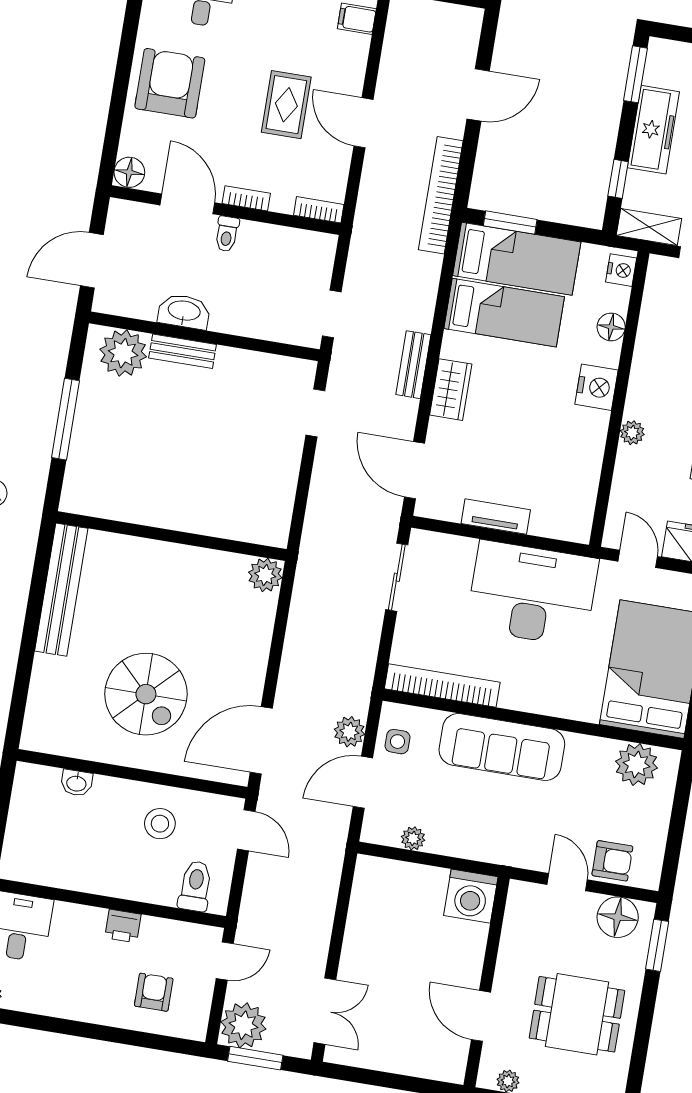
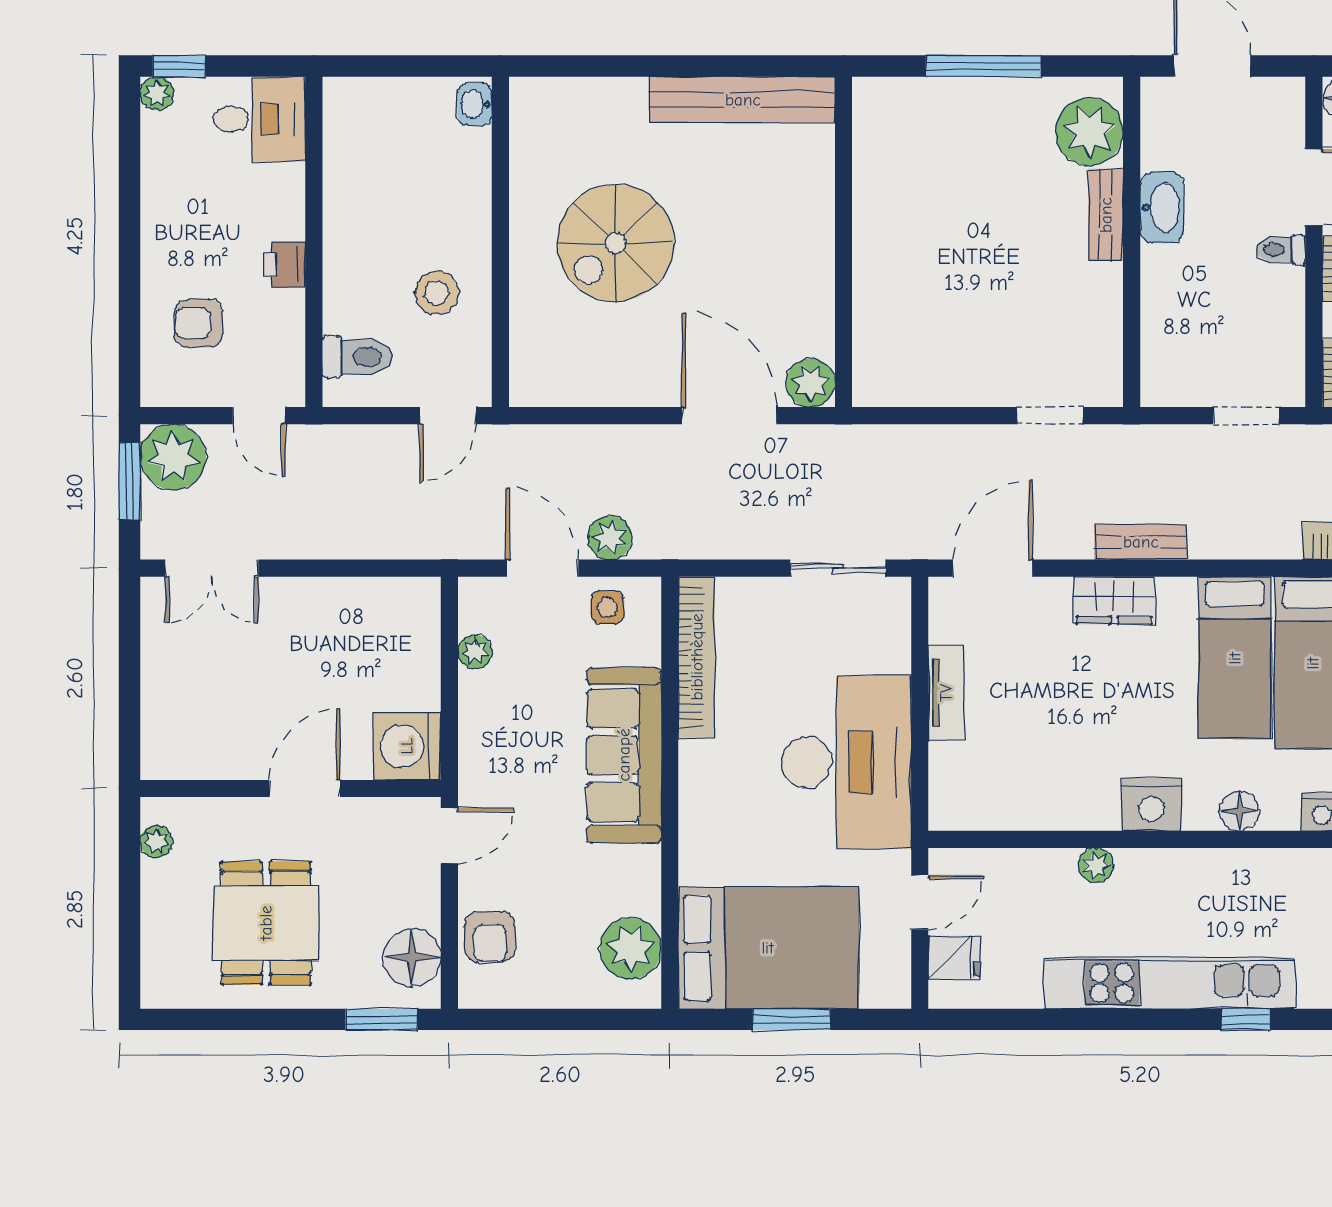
doorway: (332, 314) -> (1246, 416), moved
door: (261, 740) -> (729, 416), moved
washbasin: (76, 783) -> (475, 104), moved
door: (567, 882) -> (449, 836), moved
armchair: (154, 992) -> (199, 323), turned 180
door: (481, 1016) -> (305, 788), moved

